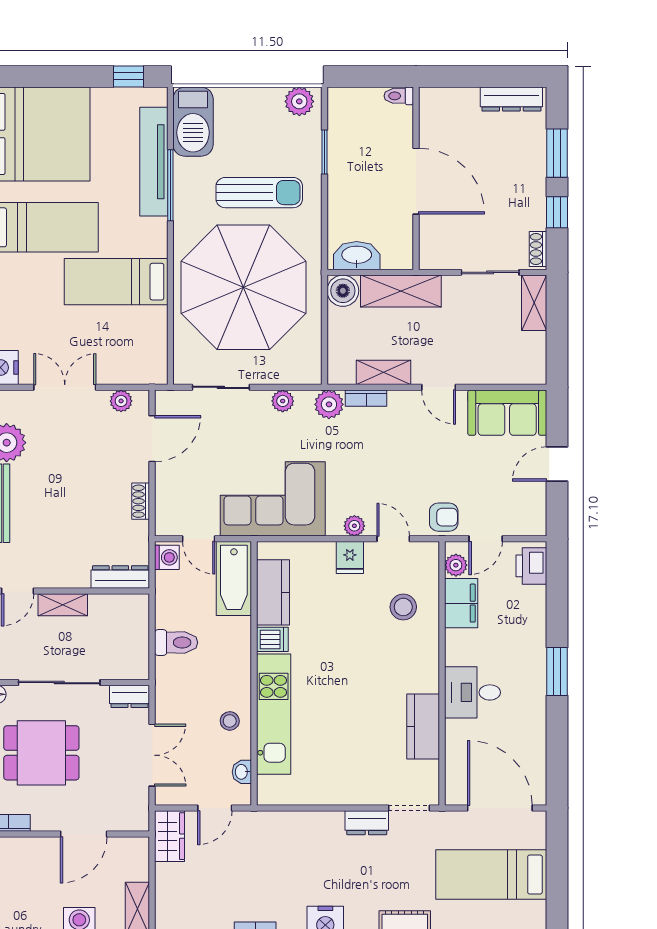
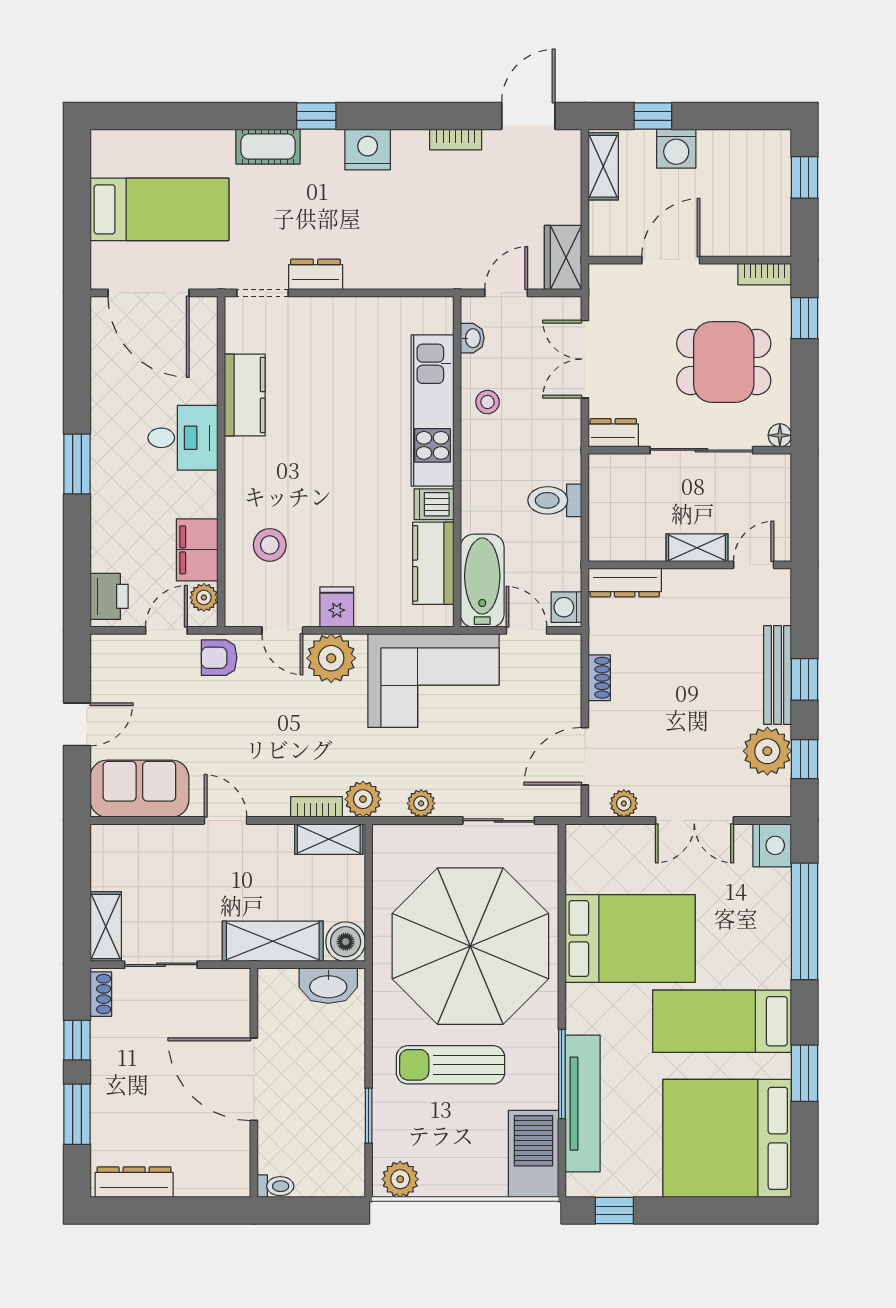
bed: (116, 282) -> (630, 938), width x1.50
shelving: (384, 372) -> (329, 839), moved
plant: (354, 526) -> (331, 658), width x1.88, depth x1.88

